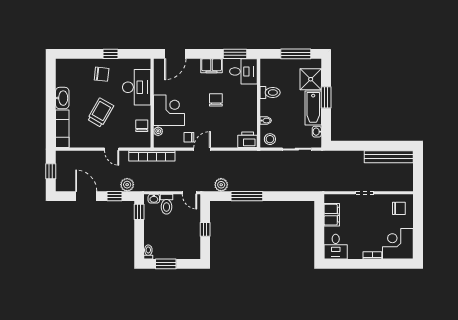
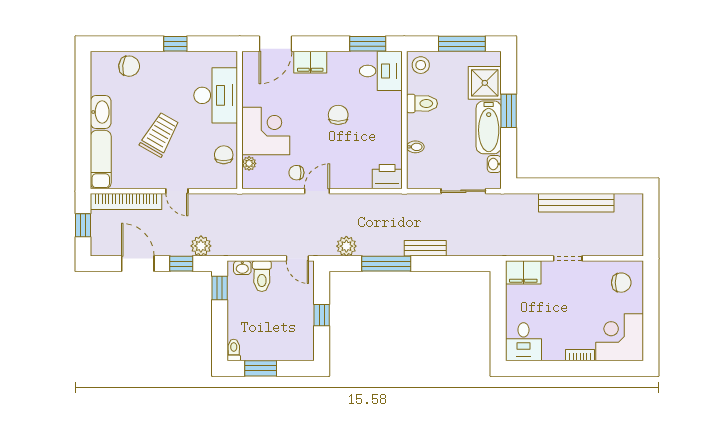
filing cabinet: (212, 66) -> (310, 62), moved
chair: (102, 74) -> (129, 66), moved
stool: (270, 139) -> (421, 65), moved
bookcase: (152, 156) -> (126, 201), moved
bench: (389, 157) -> (576, 203), moved
bench: (272, 186) -> (425, 248), added
filing cabinet: (332, 215) -> (523, 272), moved, turned 90

